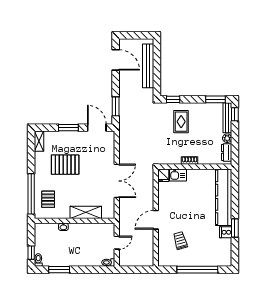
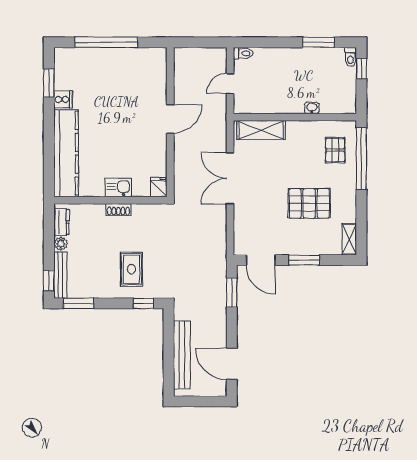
kitchen sink: (178, 175) -> (118, 187), moved
shelving: (86, 212) -> (261, 130), moved
window: (235, 228) -> (49, 83), moved
trolley: (180, 240) -> (133, 87), removed

